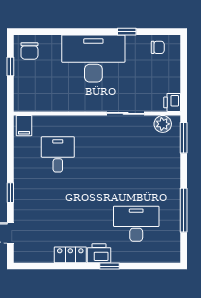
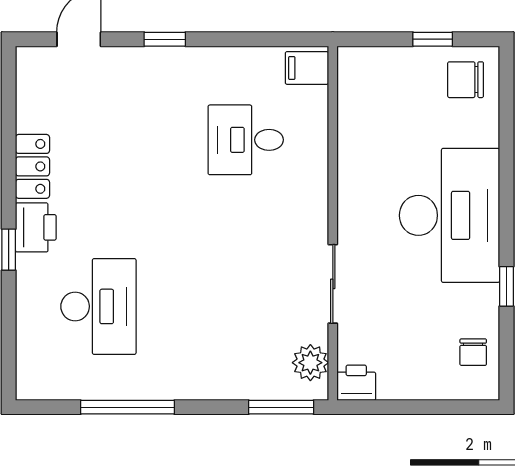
desk: (58, 154) -> (246, 140), turned 180

